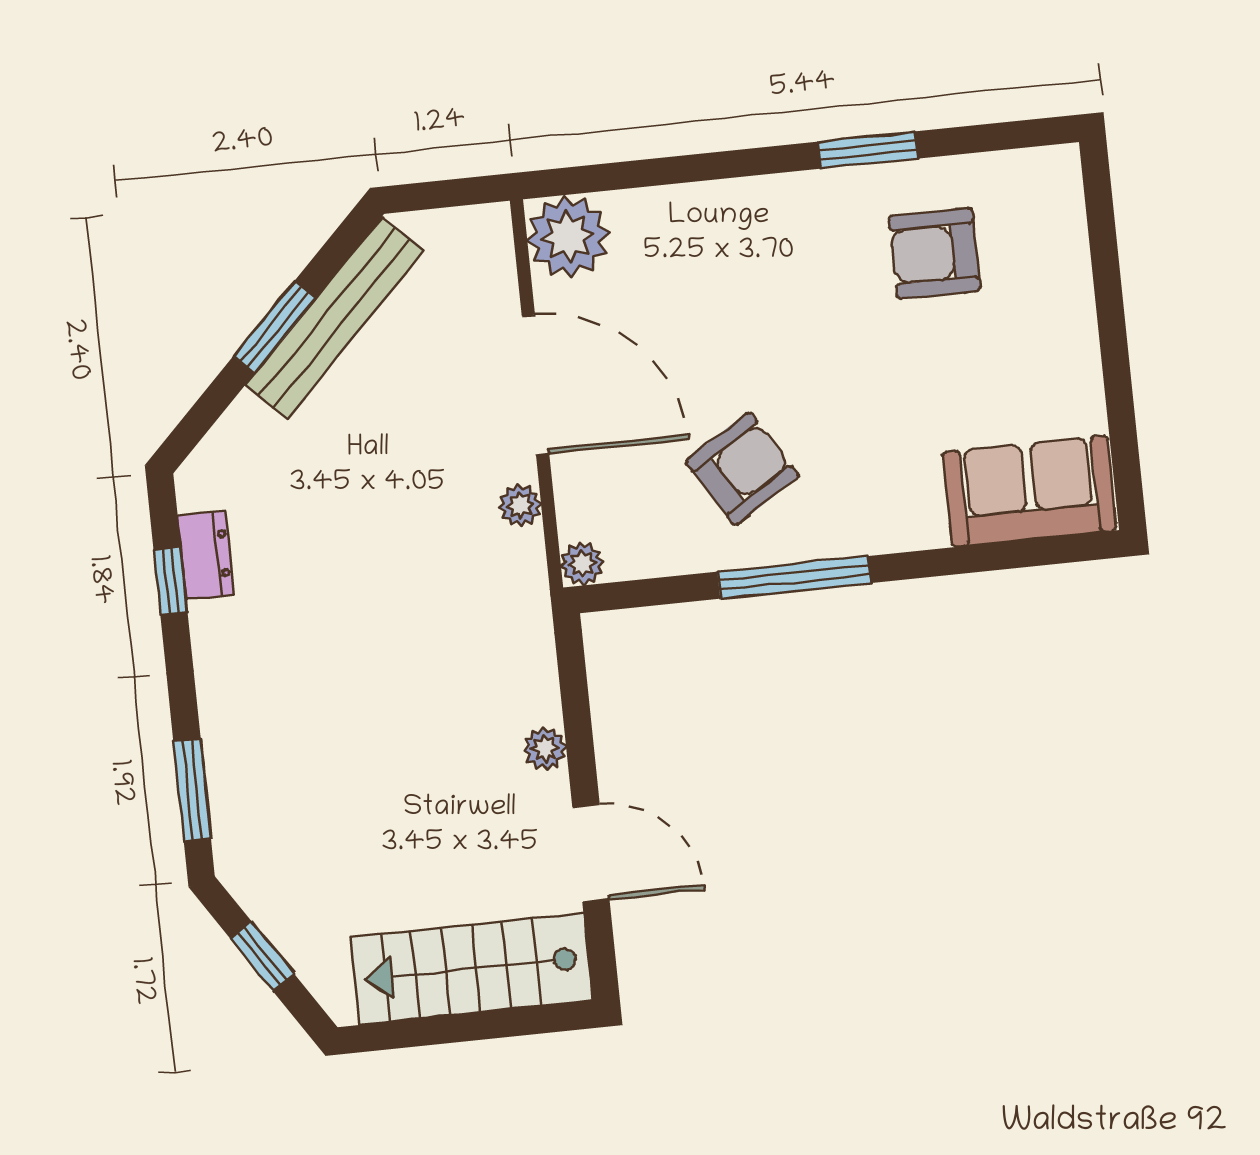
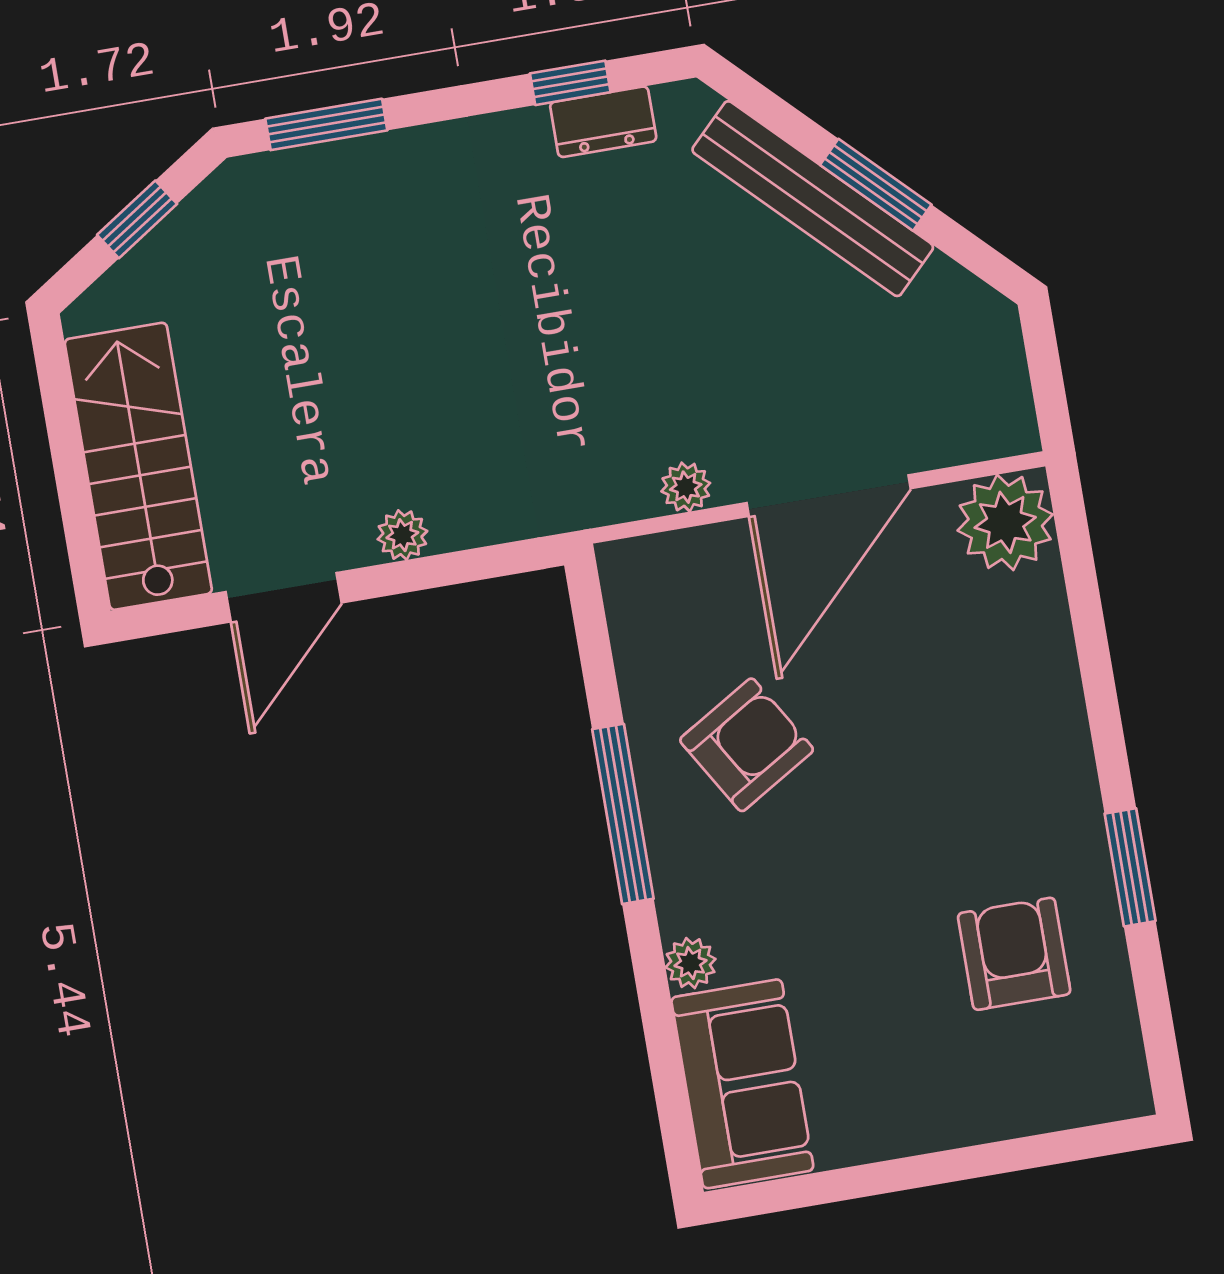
bench: (334, 318) -> (813, 199), moved
armchair: (742, 469) -> (747, 745), turned -89
plant: (582, 564) -> (691, 963), moved

